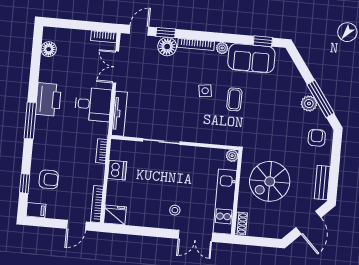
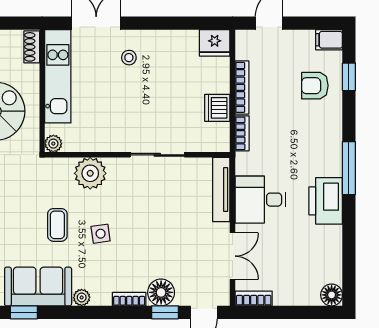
bookcase: (196, 44) -> (129, 299), width x0.64
floor lamp: (49, 49) -> (332, 295), moved
plant: (209, 133) -> (90, 173), added
bookcase: (97, 204) -> (242, 87), moved

